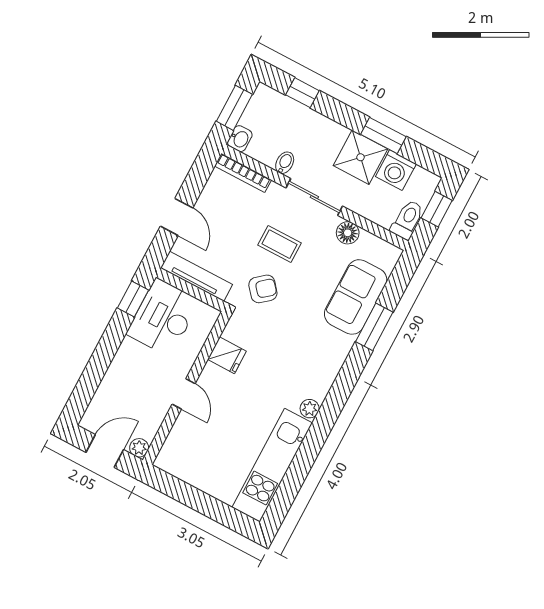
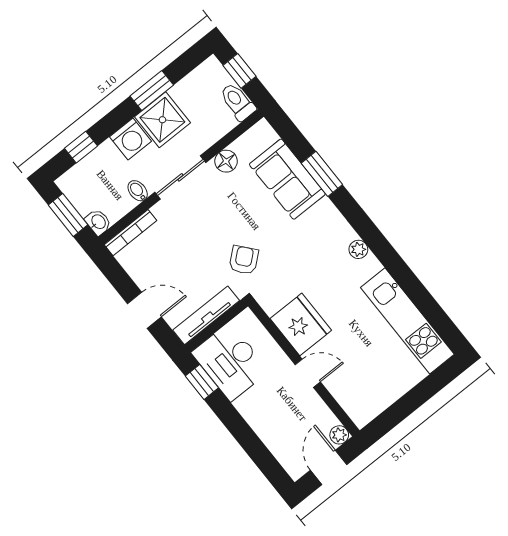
washing machine: (396, 170) -> (130, 139), moved
coffee table: (280, 244) -> (209, 227), removed
fridge: (227, 355) -> (301, 324), width x1.88, depth x1.34
plant: (310, 409) -> (358, 249), moved

